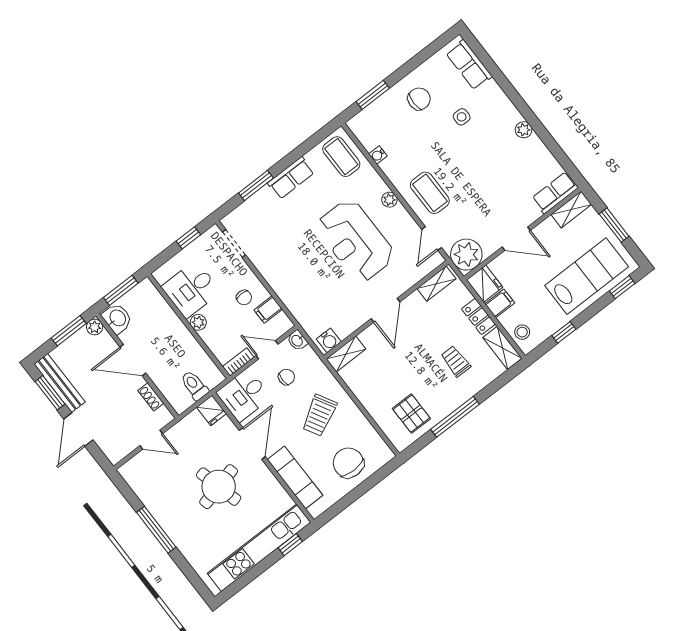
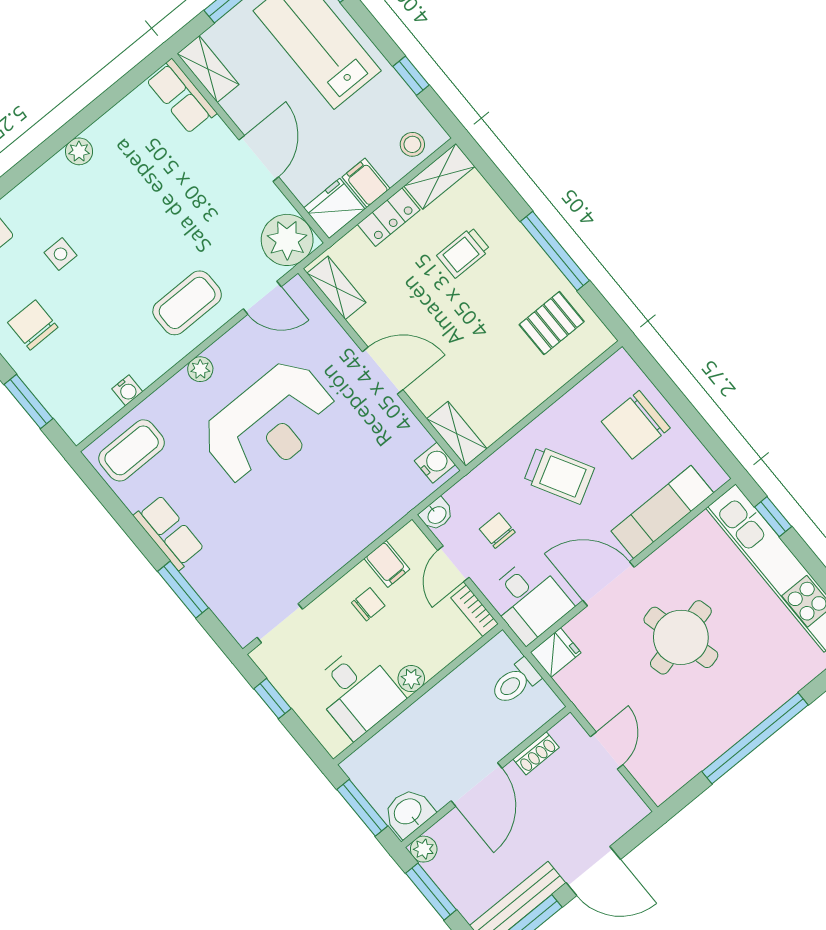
window: (156, 530) -> (755, 738), width x1.46

